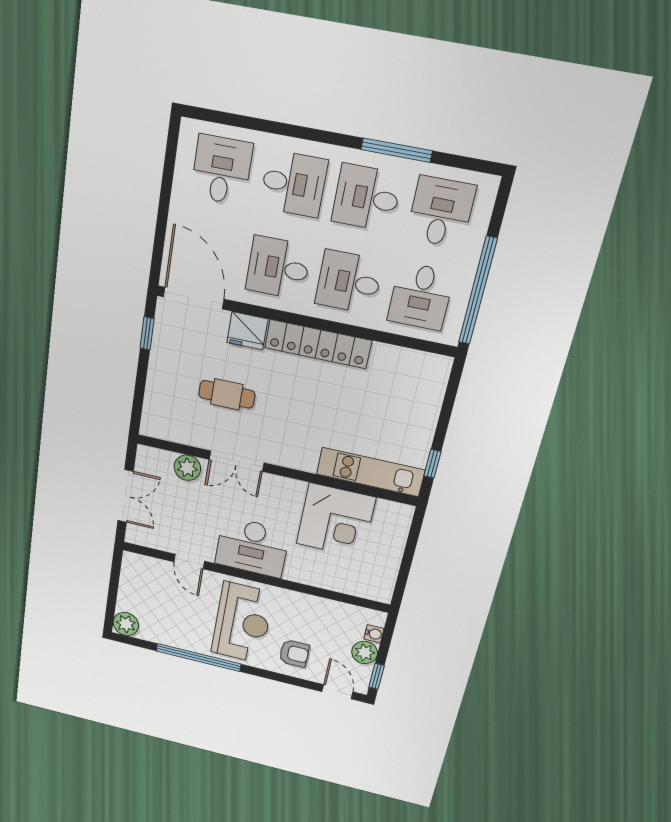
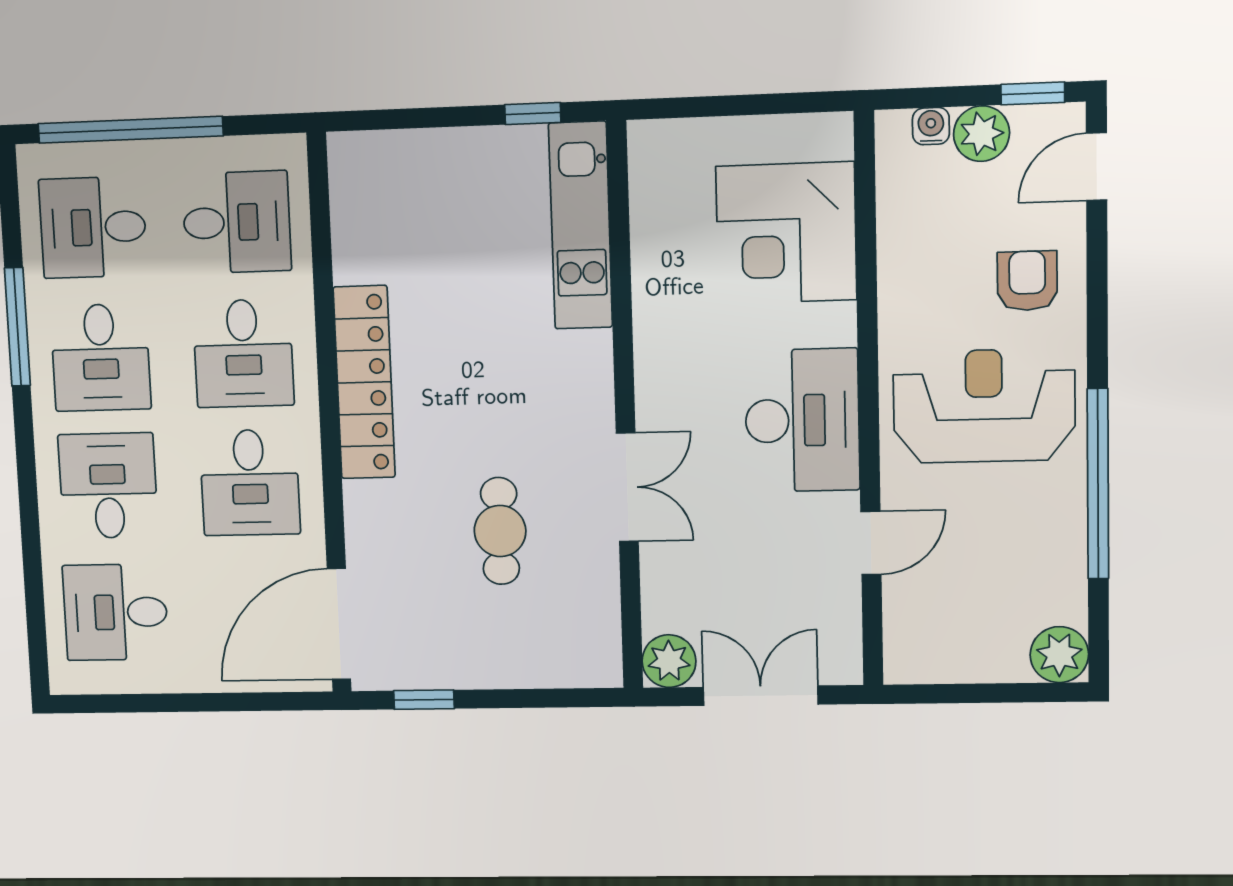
window: (478, 291) -> (130, 130), moved
fridge: (247, 331) -> (373, 515), removed
plant: (187, 468) -> (669, 661), moved
corner desk: (336, 521) -> (786, 233), moved, turned 180

